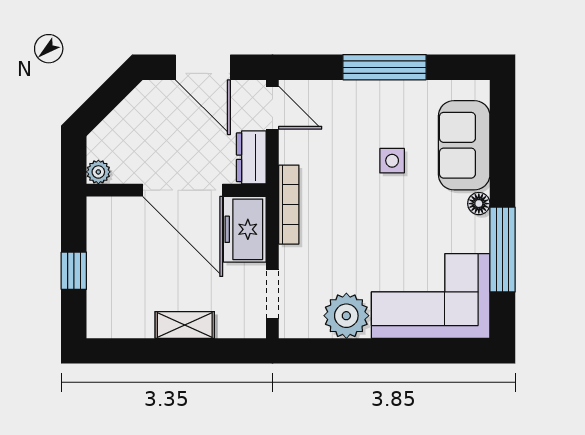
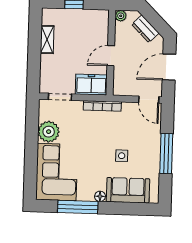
door: (272, 108) -> (149, 100), hinge flipped
dresser: (251, 157) -> (145, 29), moved, turned -135
door: (183, 190) -> (111, 56), width x0.53
shelving: (185, 325) -> (47, 40), moved

